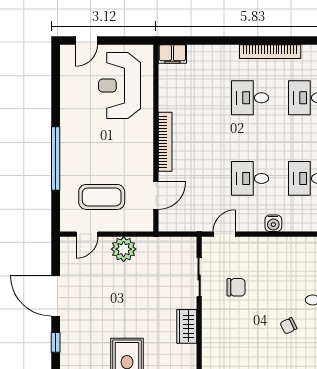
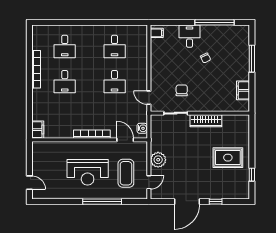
reception desk: (120, 86) -> (88, 172), moved
water cooler: (273, 223) -> (142, 128), moved
door: (87, 234) -> (149, 182), hinge flipped
wardrobe: (187, 326) -> (206, 121), width x1.50

